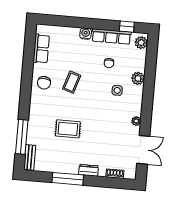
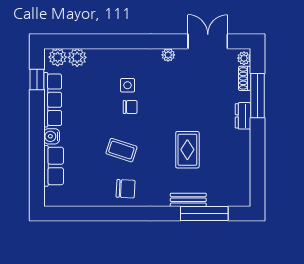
row of seats: (41, 49) -> (54, 166), moved, turned 90
chair: (109, 63) -> (130, 107), moved
plant: (138, 78) -> (77, 57), moved
bench: (30, 157) -> (188, 200), moved
plant: (129, 174) -> (244, 58), added
window: (68, 179) -> (257, 96), moved

